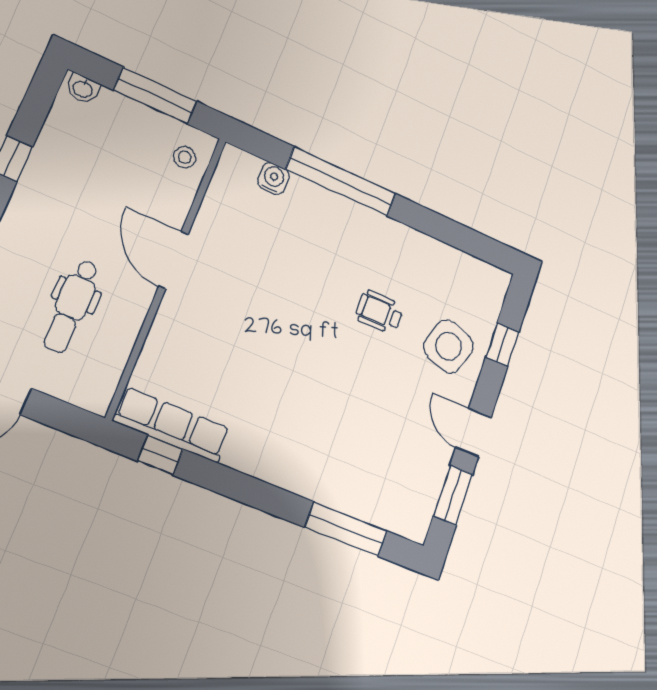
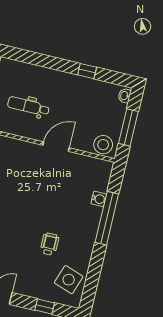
stool: (185, 157) -> (103, 145), width x1.89, depth x1.89
water cooler: (273, 179) -> (99, 199), moved
side table: (448, 346) -> (69, 280), moved

